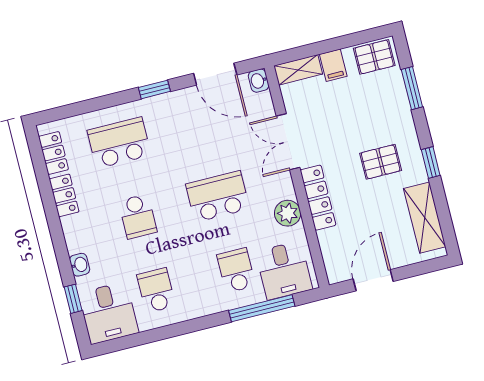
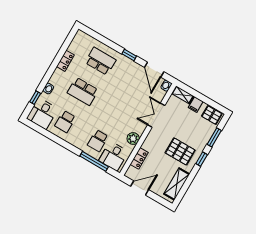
locker: (54, 153) -> (76, 43), removed
pallet: (381, 162) -> (180, 152), width x1.50, depth x1.42
window: (431, 162) -> (202, 159), moved
school desk: (218, 196) -> (116, 110), removed
locker: (318, 198) -> (139, 158), moved, width x0.66
school desk: (138, 216) -> (83, 91), width x1.85
school desk: (236, 270) -> (98, 141), turned 180
school desk: (156, 290) -> (65, 122), turned 180

